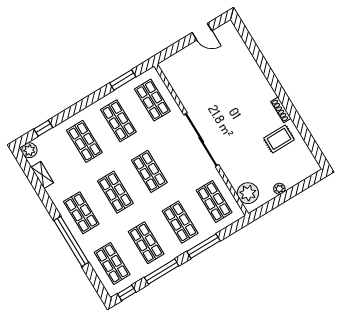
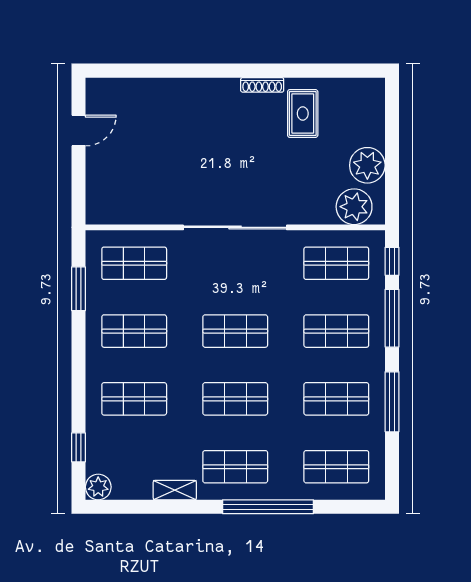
shelving: (42, 175) -> (175, 490), moved
plant: (279, 189) -> (367, 165), width x1.88, depth x1.88
window: (127, 293) -> (392, 261), moved

